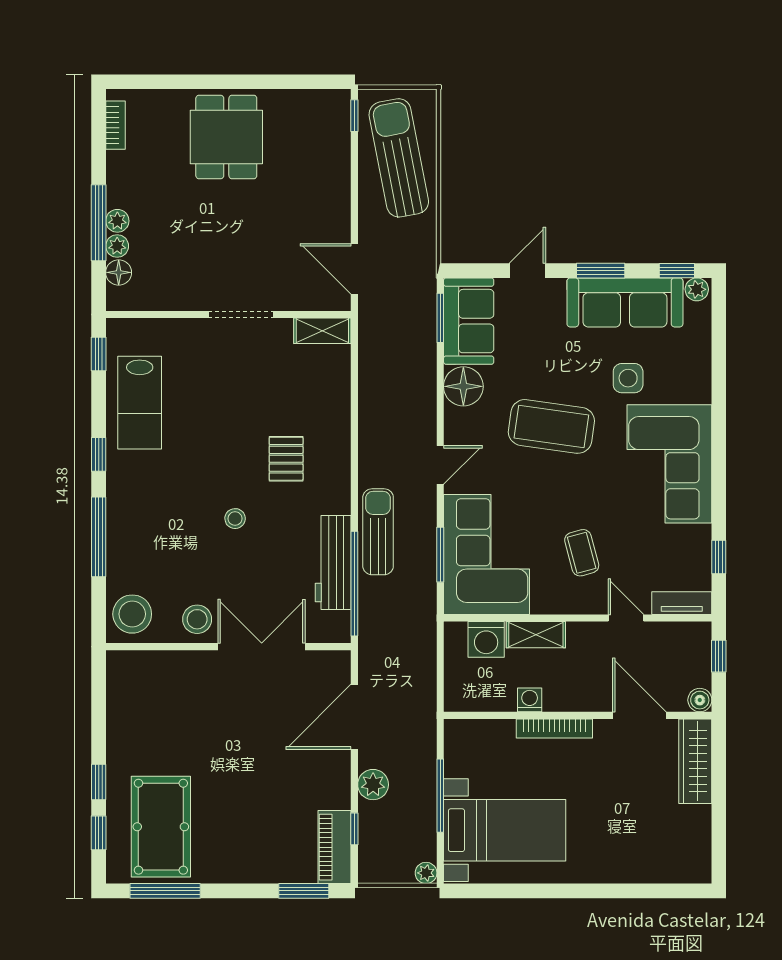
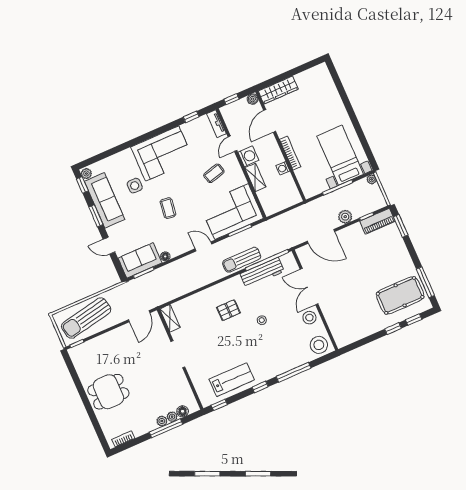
floor lamp: (463, 386) -> (165, 256), width x0.53, depth x0.53
coffee table: (551, 426) -> (168, 208), width x0.54, depth x0.58
washing machine: (486, 639) -> (248, 156), moved

